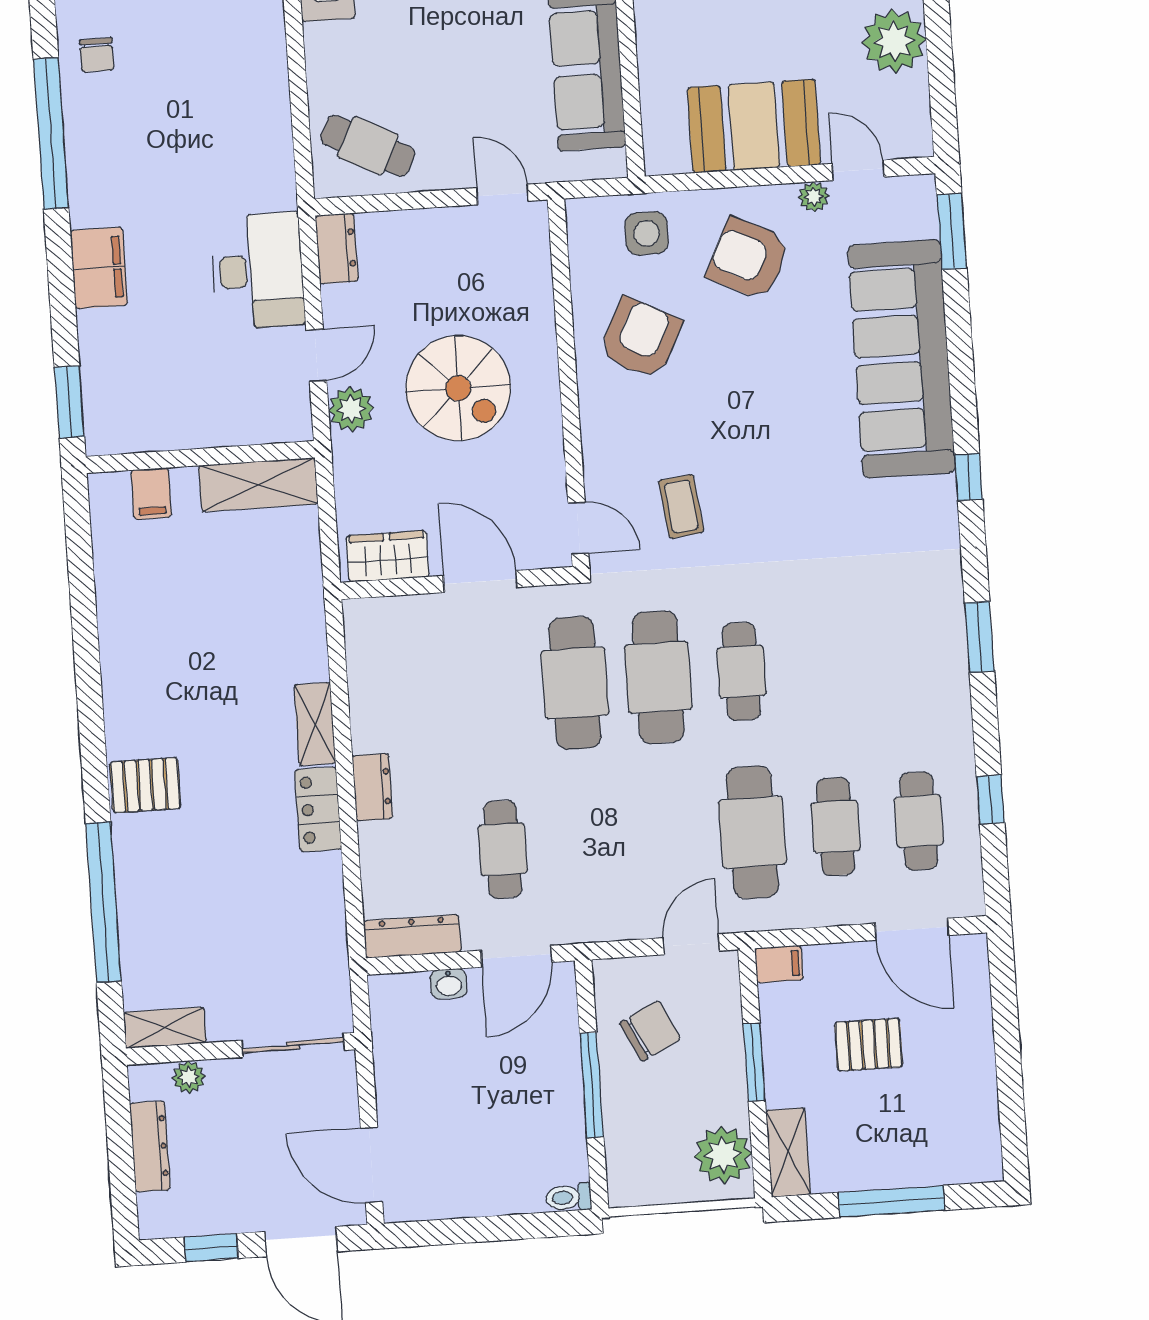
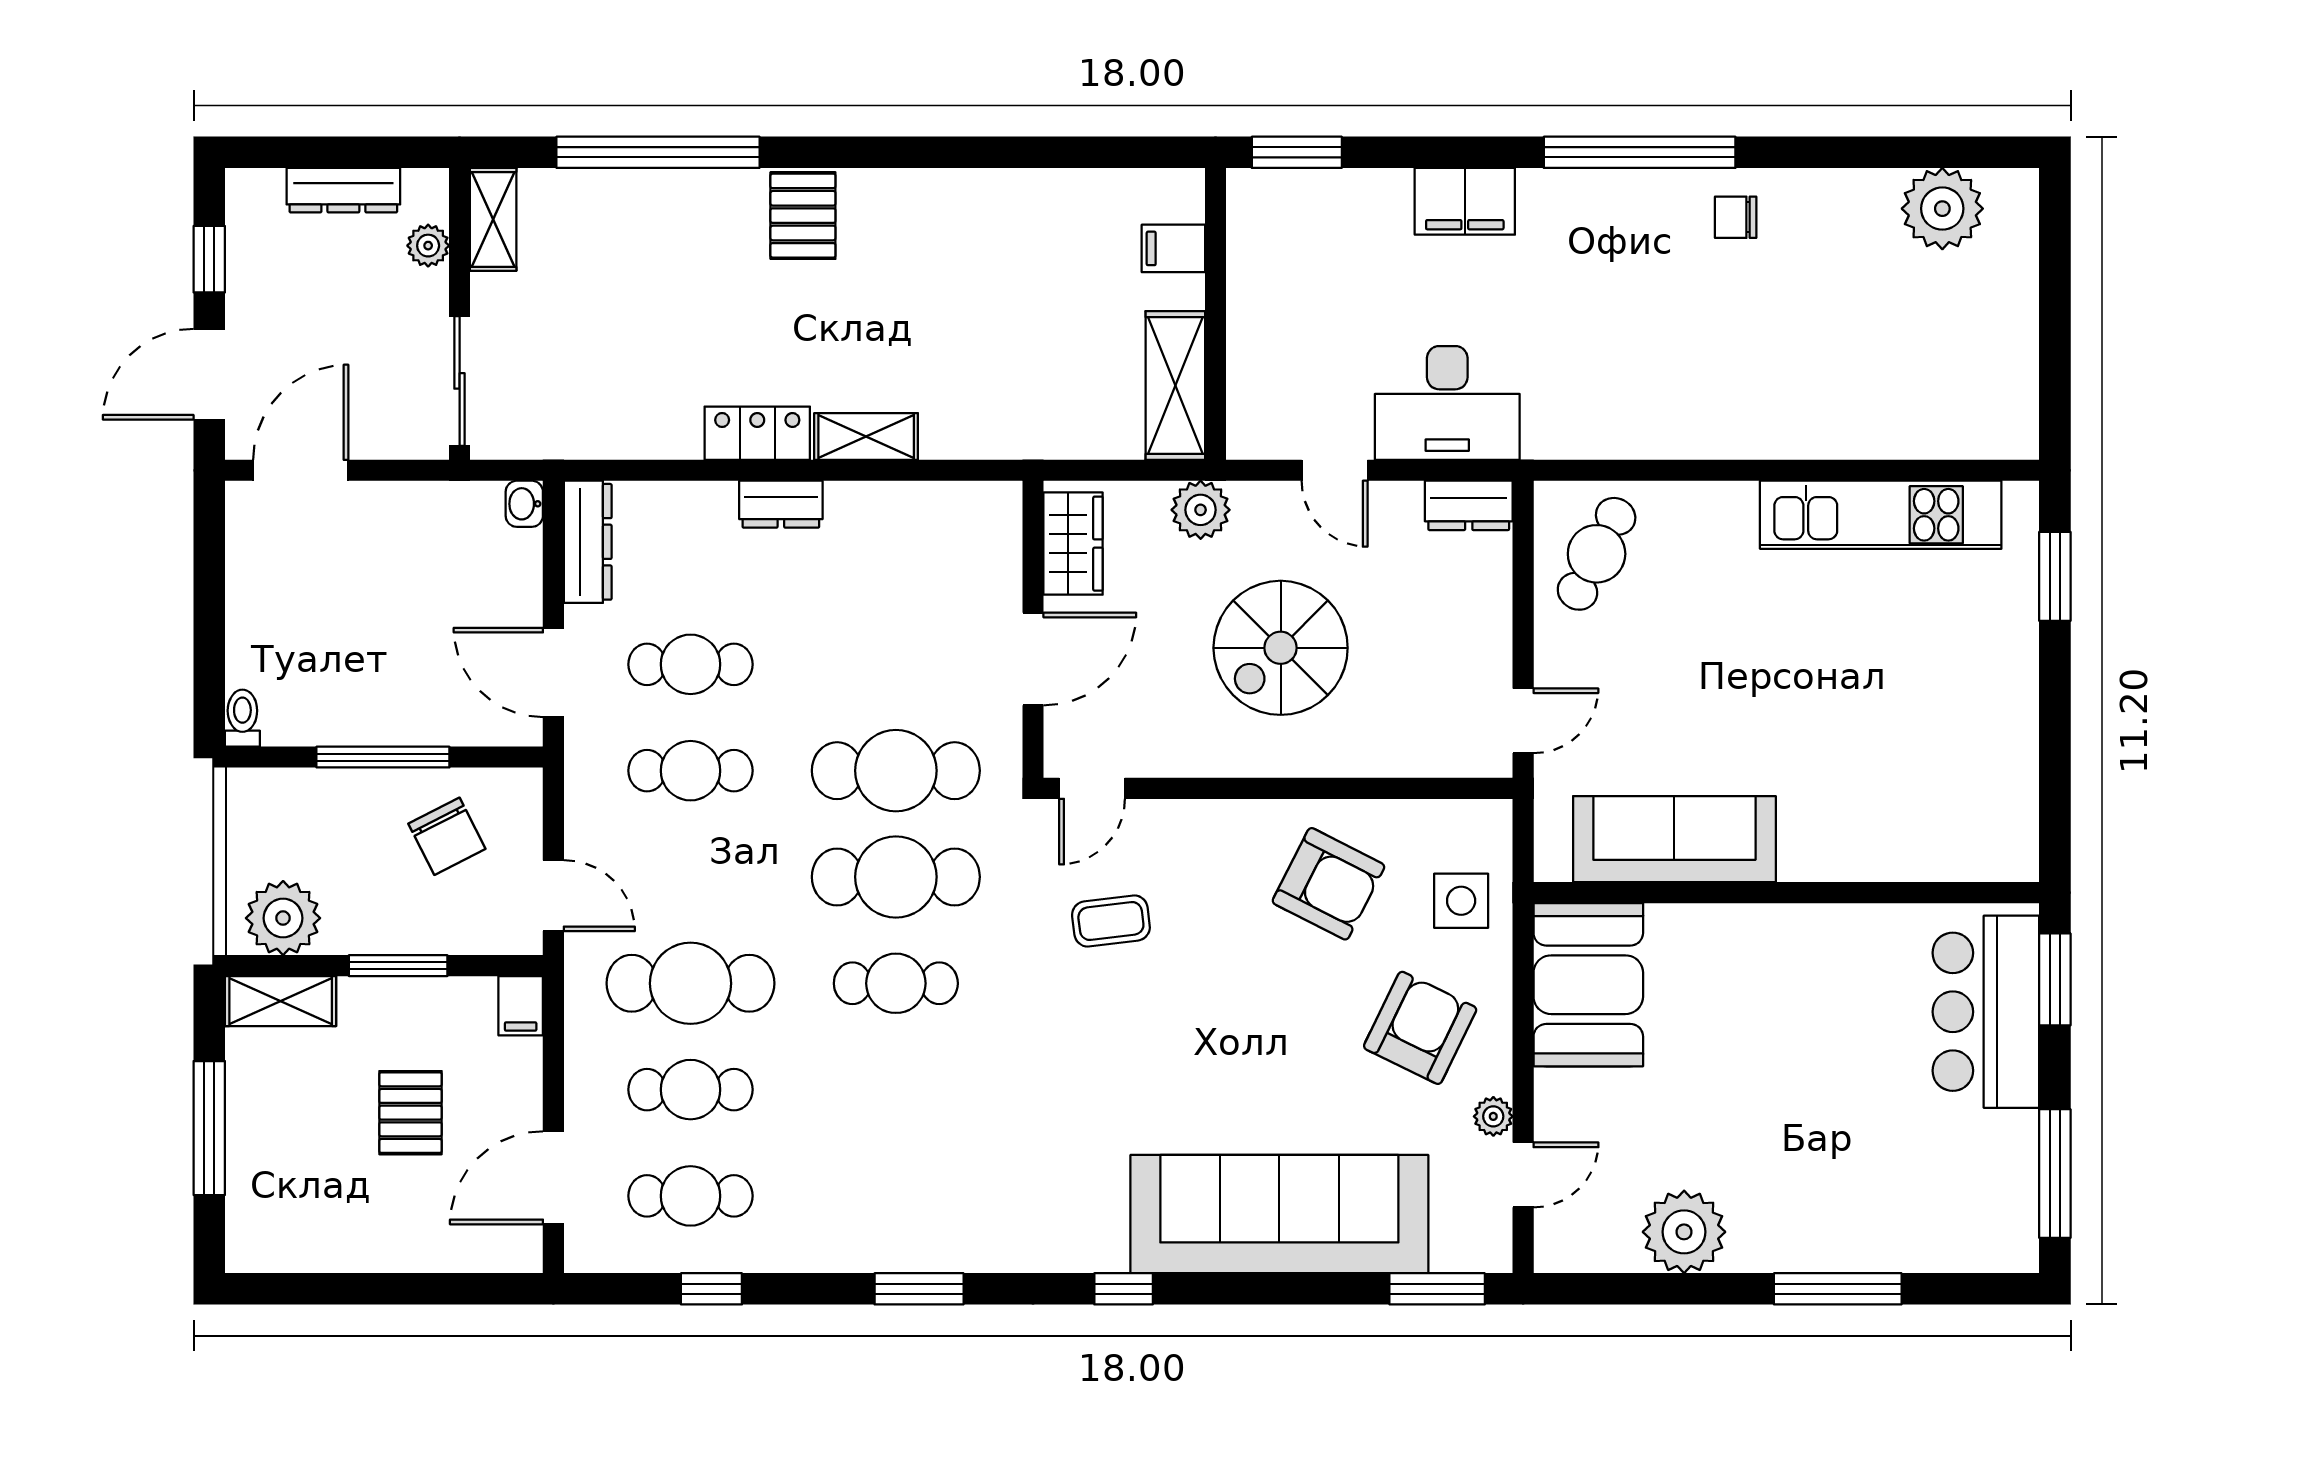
booth: (754, 126) -> (1588, 985), moved
plant: (351, 409) -> (1201, 510), moved
cafe table: (586, 844) -> (691, 771), added
washbasin: (449, 984) -> (524, 504), moved

